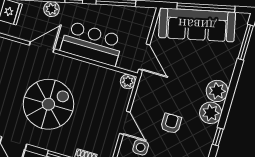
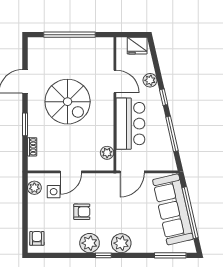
plant: (128, 81) -> (107, 153), moved
plant: (211, 113) -> (90, 243), moved
window: (218, 137) -> (103, 255), moved

